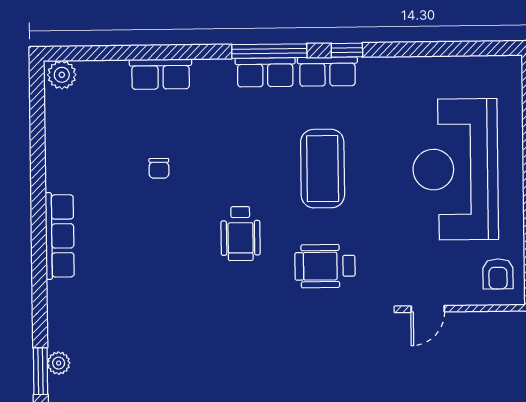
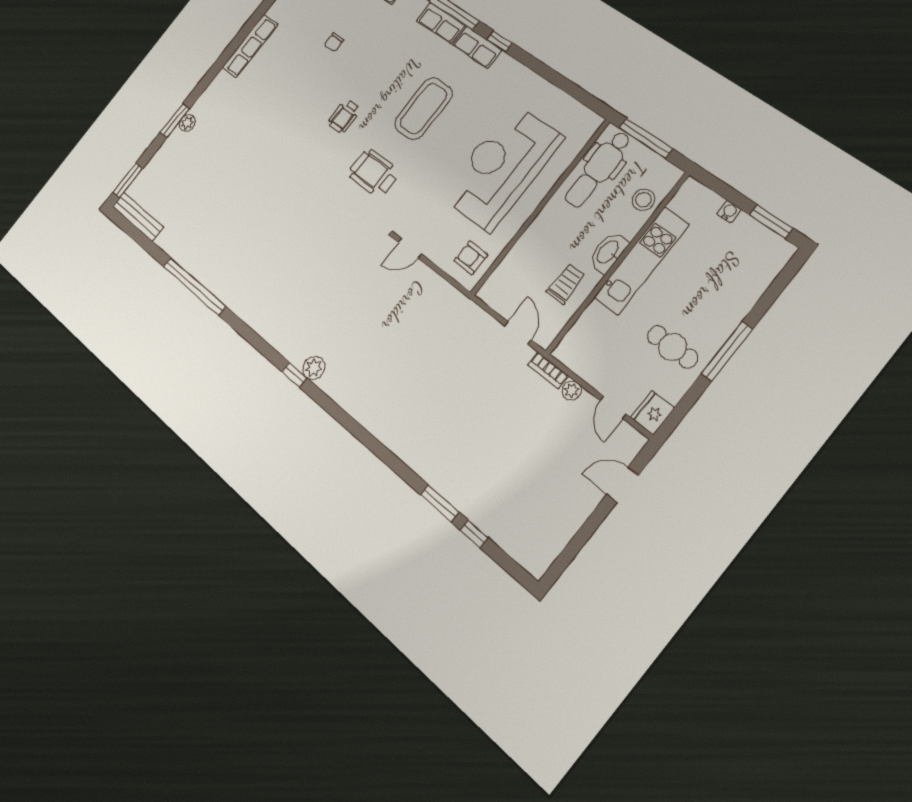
wheelchair: (240, 234) -> (344, 116), width x0.73, depth x0.73
armchair: (498, 274) -> (471, 258), turned 91

